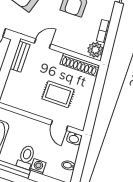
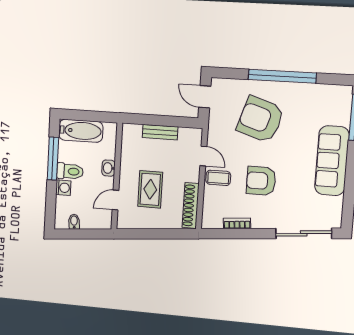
coffee table: (63, 36) -> (218, 178), added
plant: (95, 50) -> (213, 219), removed
bench: (20, 57) -> (160, 132), moved
washbasin: (74, 138) -> (109, 168), moved

